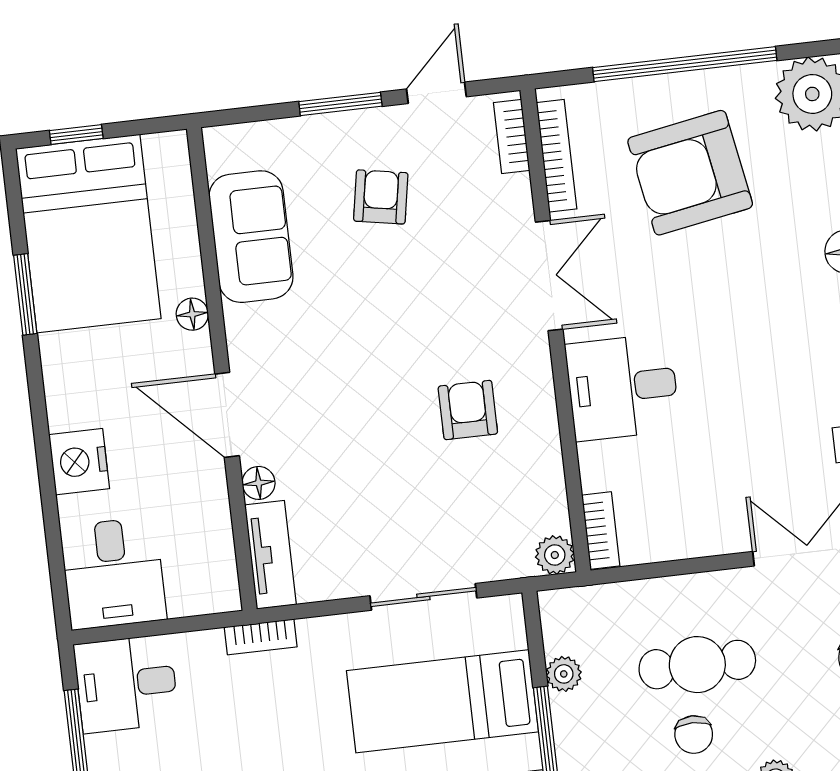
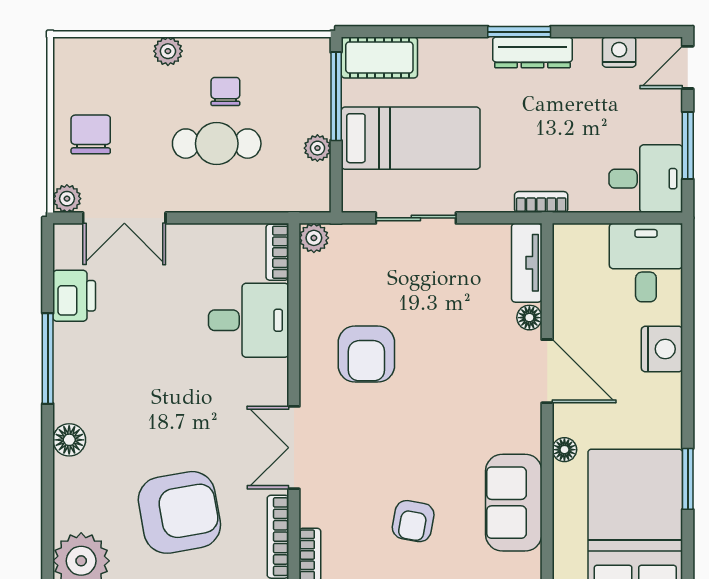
desk: (622, 387) -> (249, 320), moved
armchair: (468, 410) -> (366, 354), width x1.38, depth x1.38

